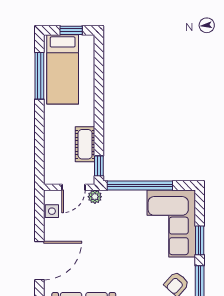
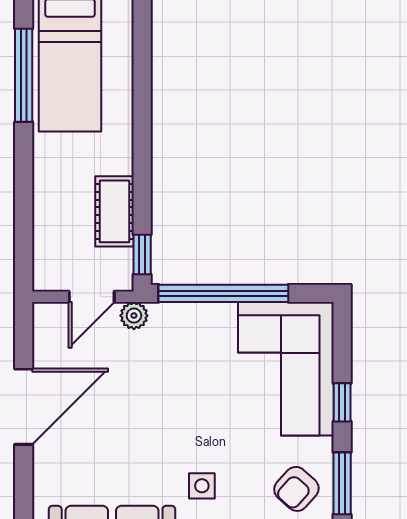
side table: (52, 211) -> (202, 486), moved
window: (200, 240) -> (342, 402), width x0.67
door: (39, 261) -> (24, 407), moved

